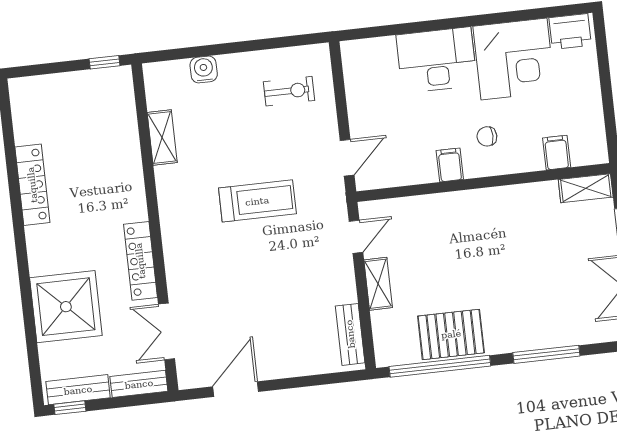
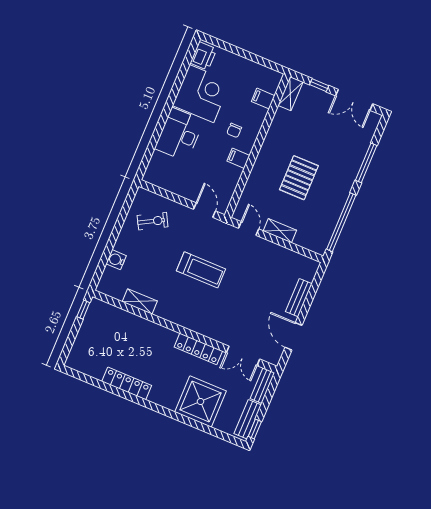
exercise bike: (289, 91) -> (153, 221), turned 61
treadmill: (257, 201) -> (201, 270), turned 90
bench: (350, 334) -> (299, 298), moved, turned 90
pallet: (451, 334) -> (299, 178), moved

